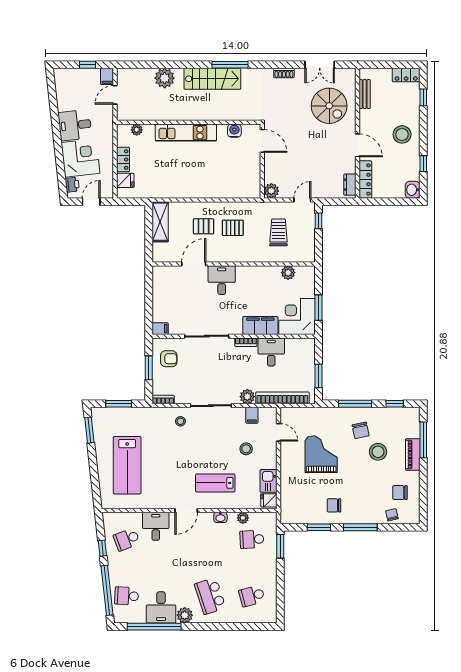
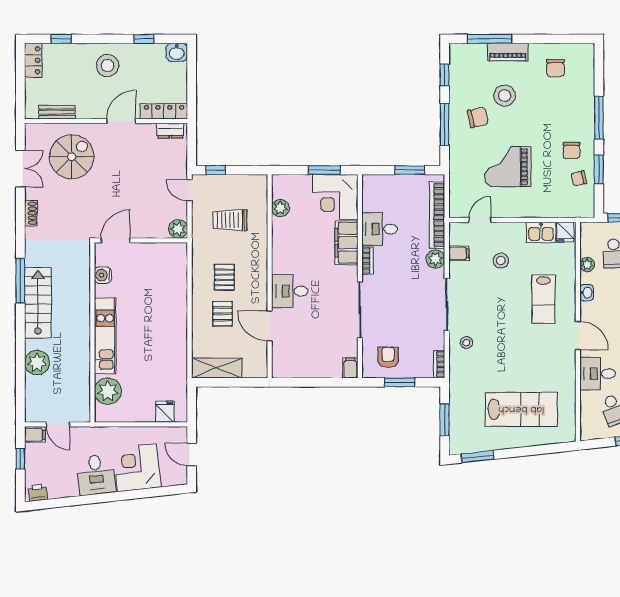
plant: (137, 130) -> (108, 391), width x1.87, depth x1.87
locker: (123, 160) -> (139, 414), removed
printer: (72, 185) -> (38, 493), moved
chair: (392, 515) -> (579, 178), moved

